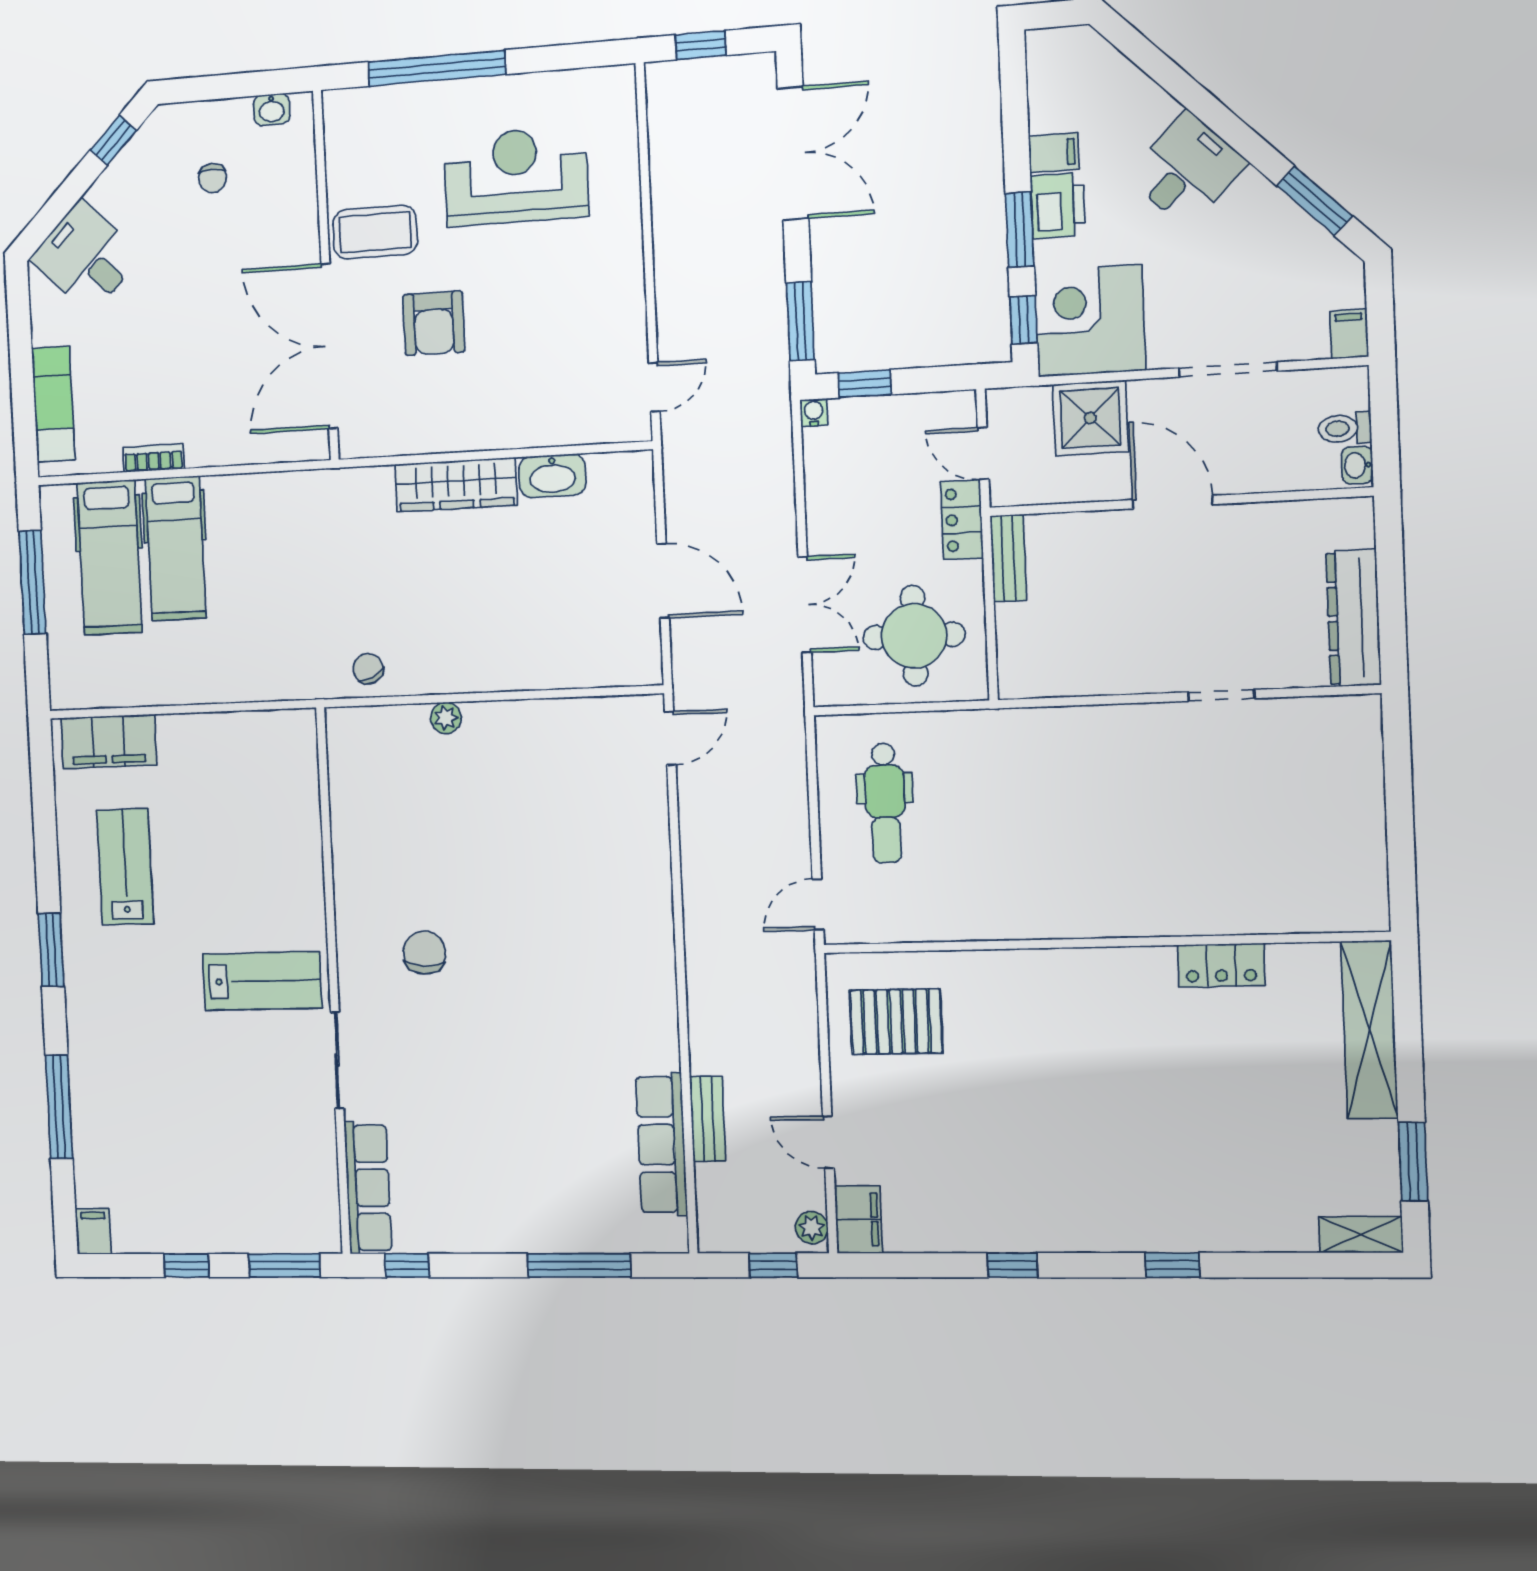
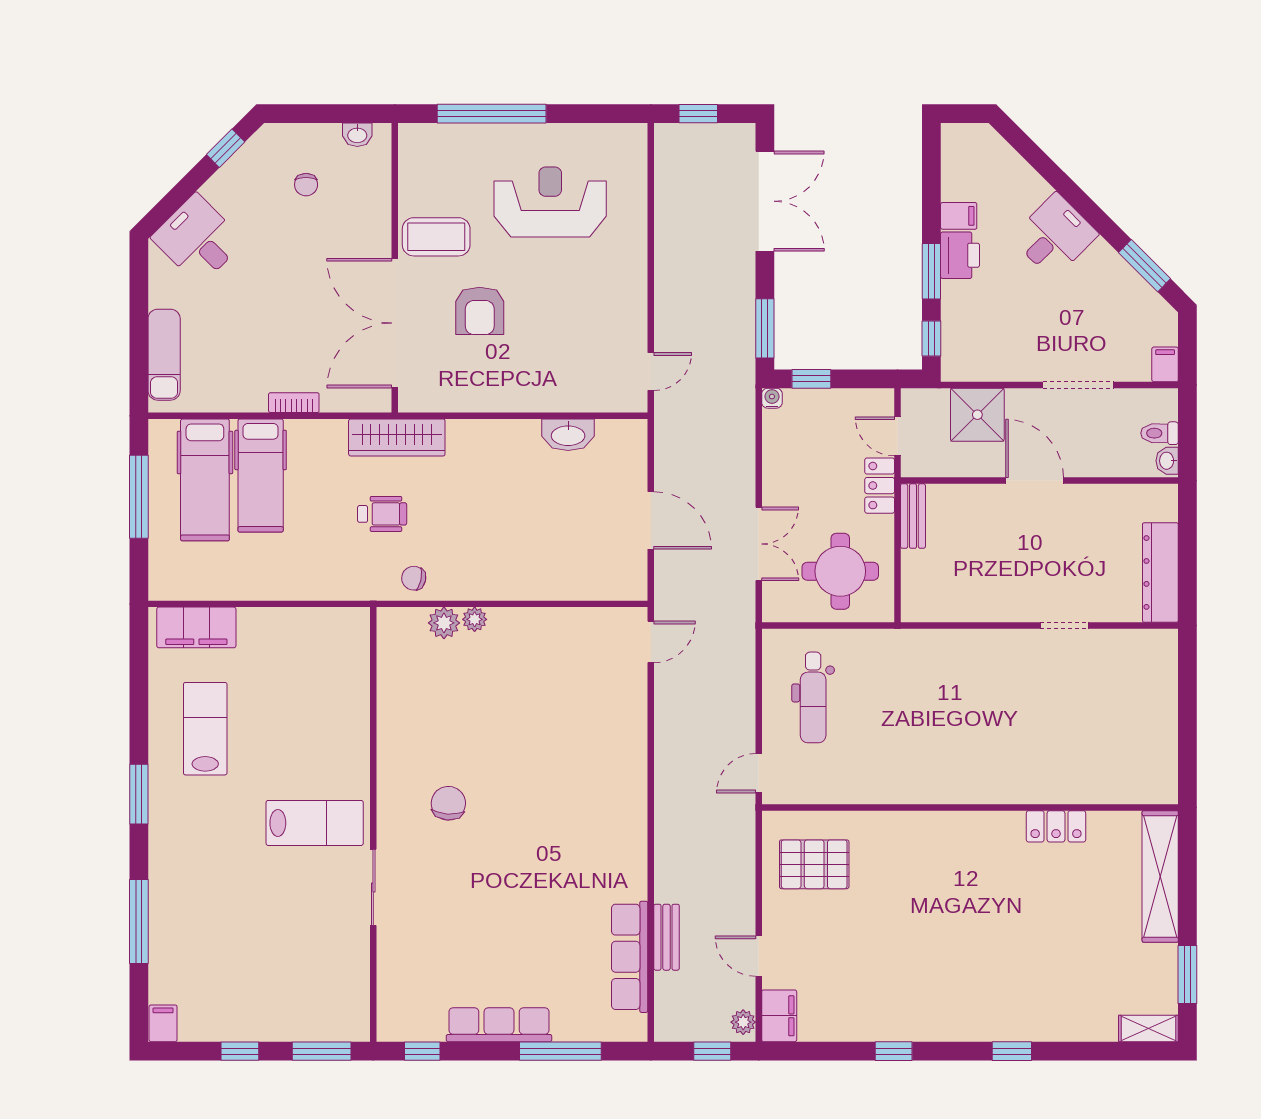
corner desk: (1090, 321) -> (980, 343), removed
bookcase: (154, 458) -> (294, 403), moved
wardrobe: (456, 485) -> (397, 437), moved
wheelchair: (325, 589) -> (382, 514), added
chair: (368, 669) -> (414, 578), turned -53
plant: (408, 724) -> (444, 623), added
row of seats: (368, 1188) -> (499, 1025), moved, turned -90

